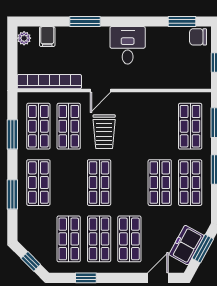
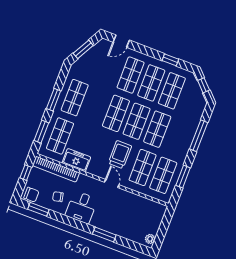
filing cabinet: (47, 37) -> (134, 234), removed
chair: (163, 47) -> (58, 197), added
bookcase: (49, 82) -> (56, 169), moved
door: (100, 91) -> (112, 183), hinge flipped
shop shelf: (38, 183) -> (157, 129), moved
shop shelf: (160, 183) -> (116, 113), moved
window: (12, 194) -> (199, 136), width x1.44
freezer: (186, 245) -> (76, 160), moved, turned -119

